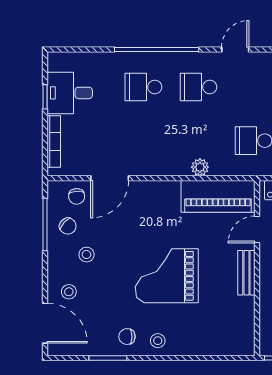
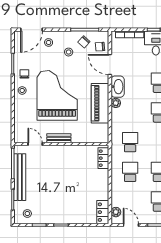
washbasin: (151, 164) -> (118, 87), added
plant: (200, 167) -> (116, 103), moved
piano: (218, 196) -> (100, 103), moved
door: (257, 229) -> (35, 144), moved
grand piano: (167, 276) -> (57, 95), width x1.37, depth x1.48

